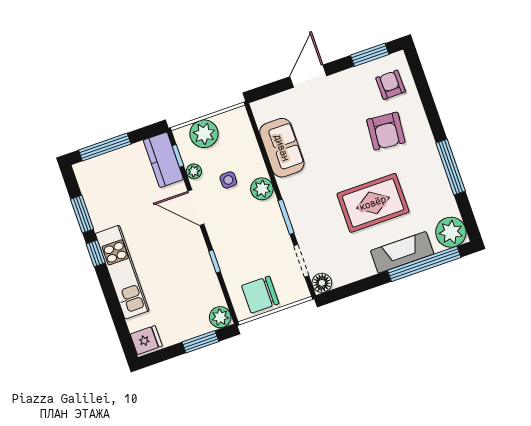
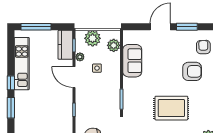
window: (370, 55) -> (187, 27), moved
armchair: (386, 131) -> (192, 71), turned -95
plant: (262, 189) -> (114, 45), moved
window: (82, 214) -> (11, 108), moved
kitchen unit: (122, 272) -> (22, 64), moved

